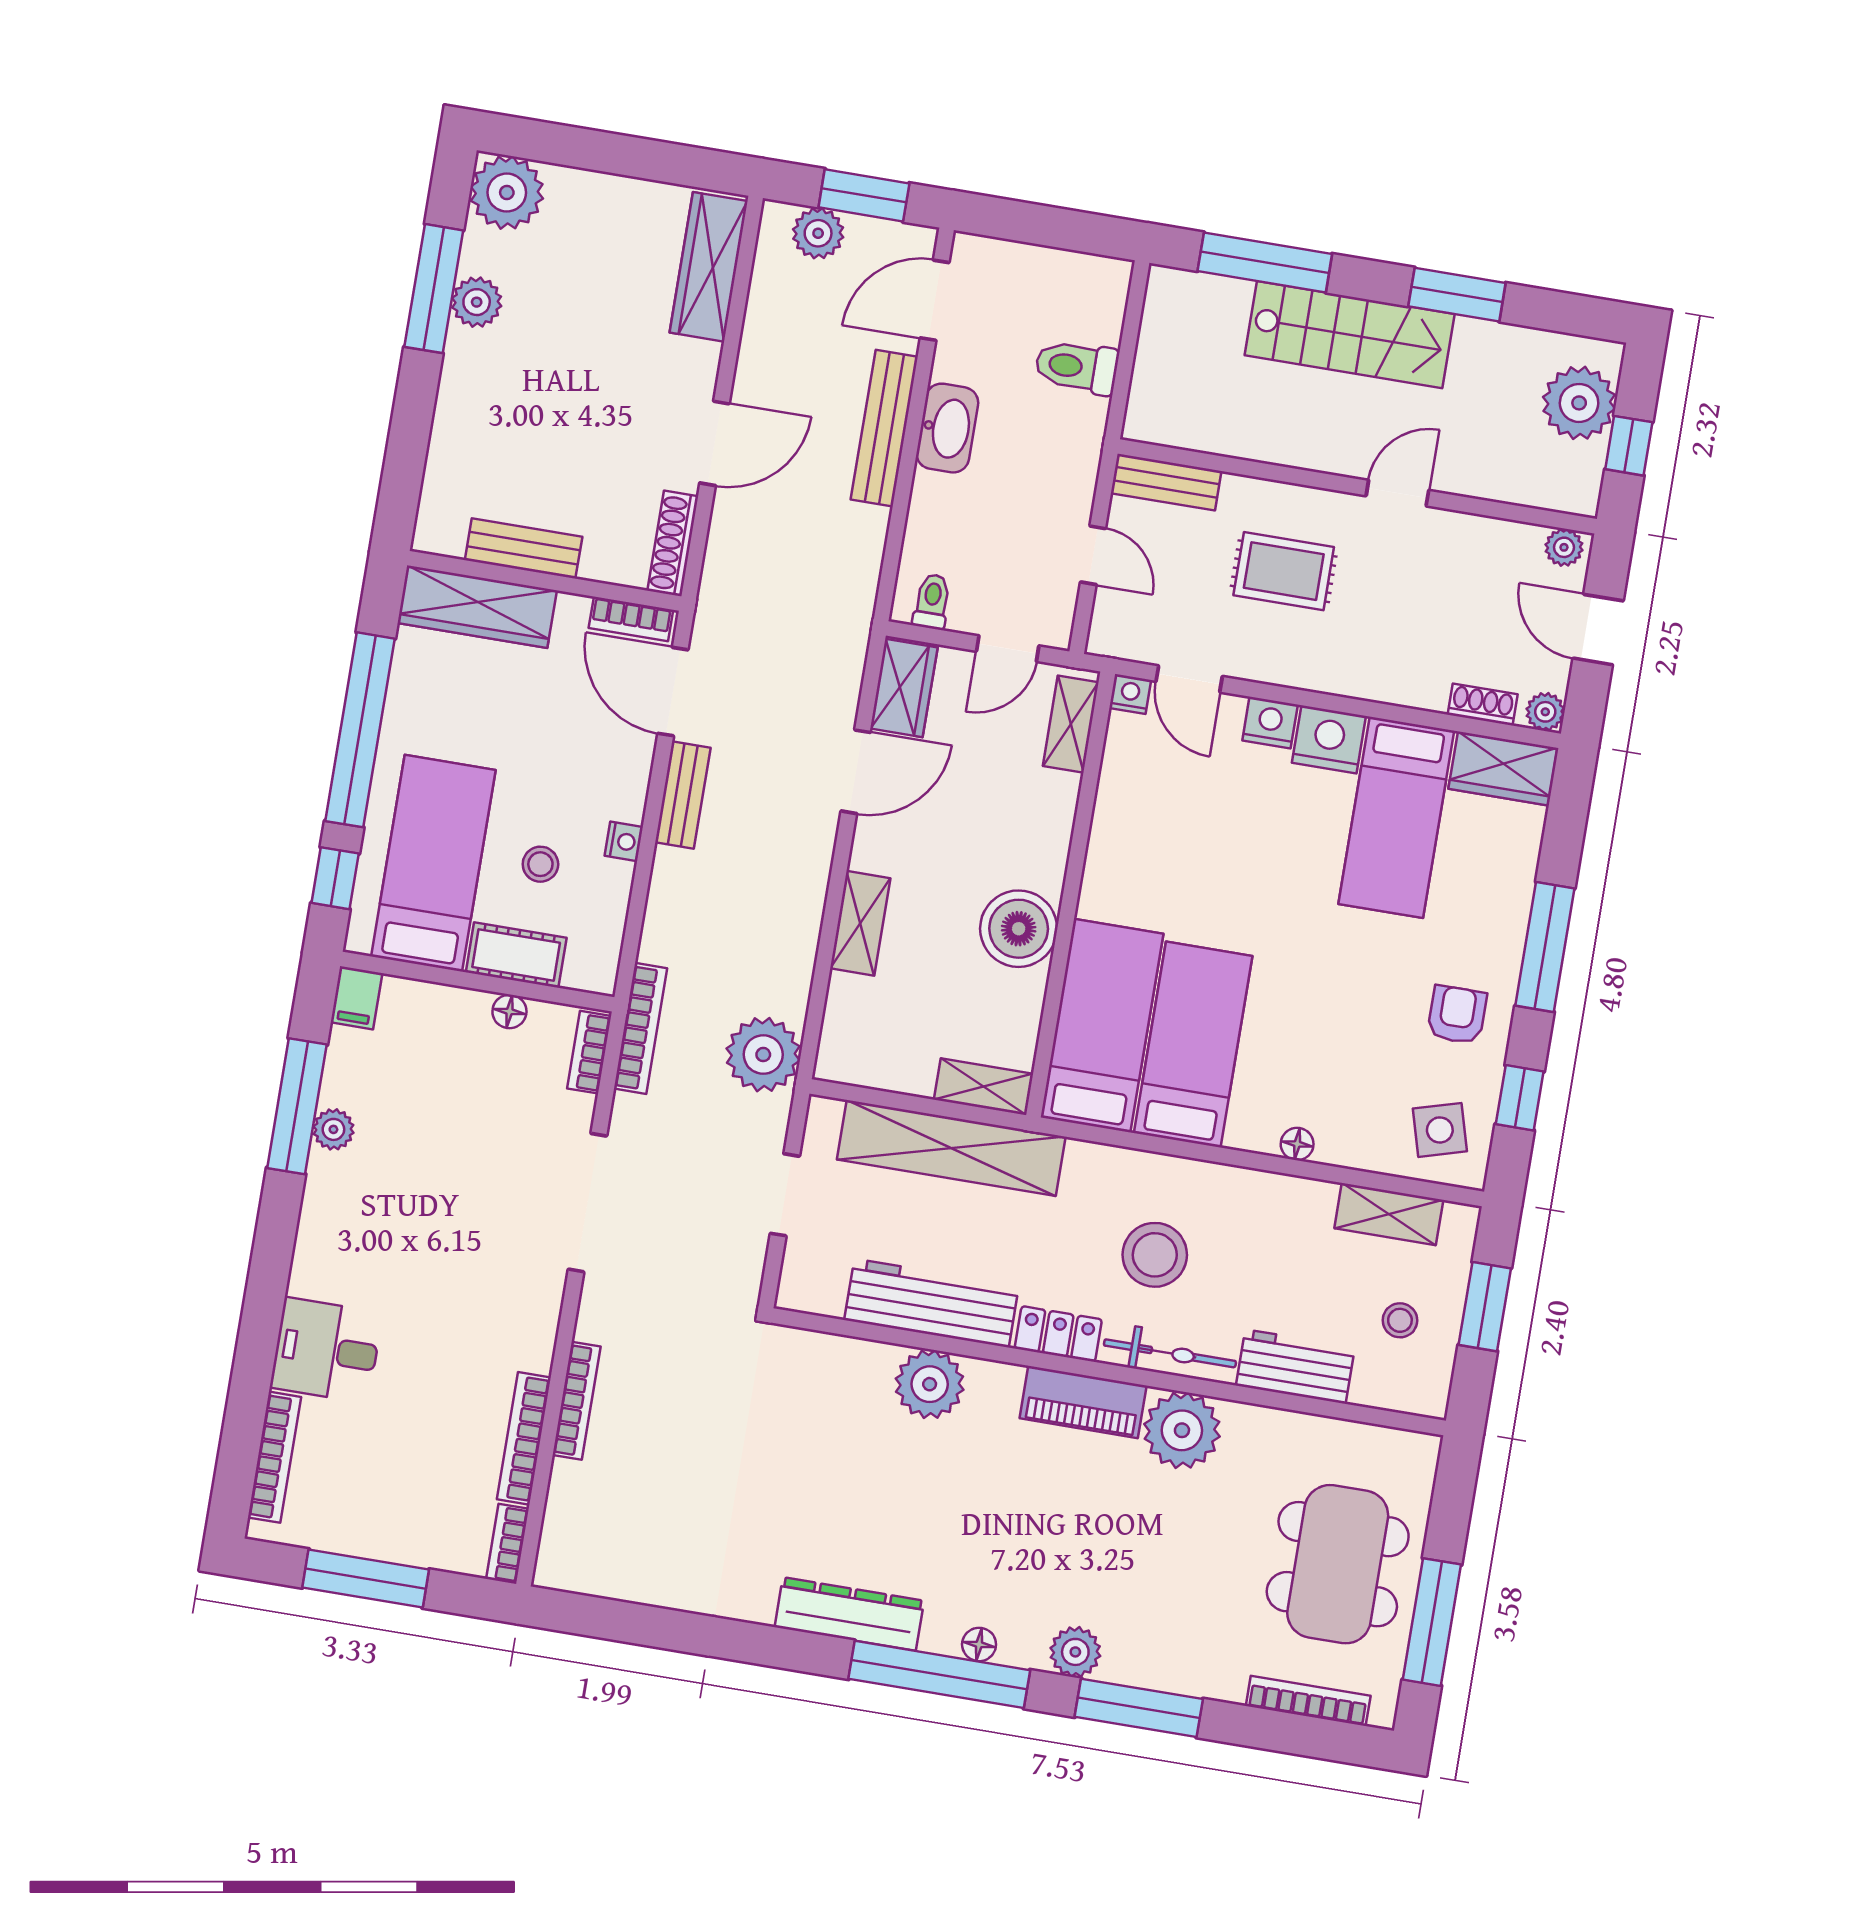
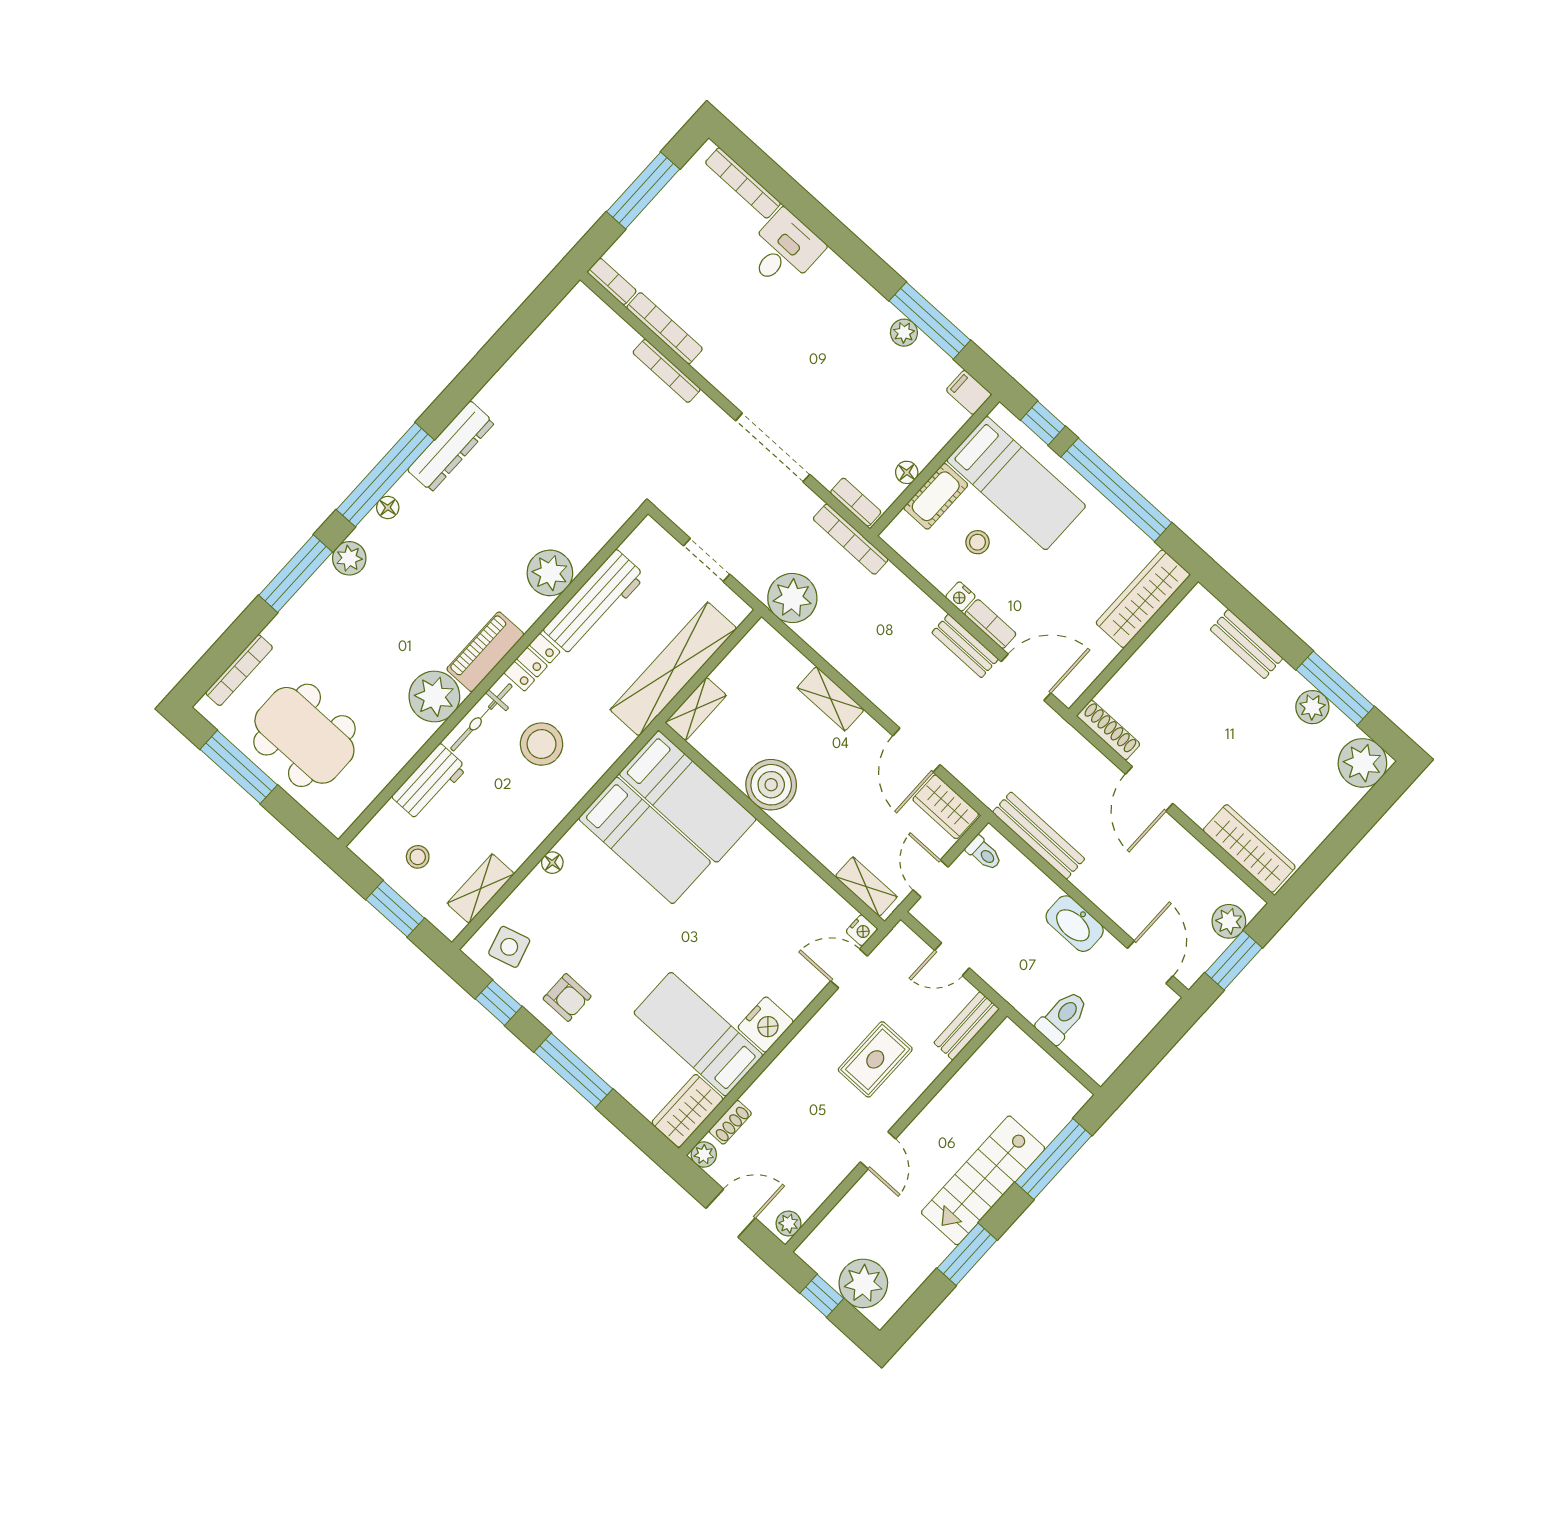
bench: (884, 428) -> (1039, 836), moved
bench: (524, 548) -> (1246, 644), moved, turned 90
bookcase: (631, 619) -> (990, 624), moved, turned 90
nightstand: (1270, 723) -> (796, 998), removed

